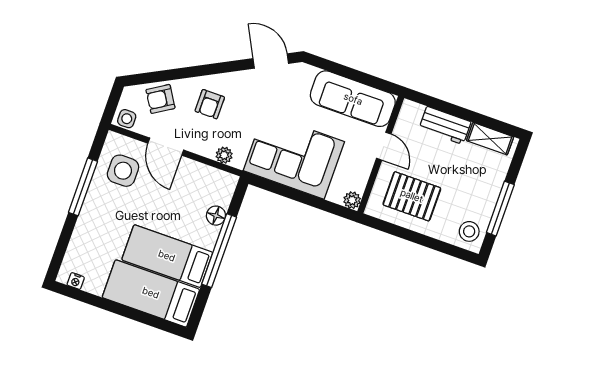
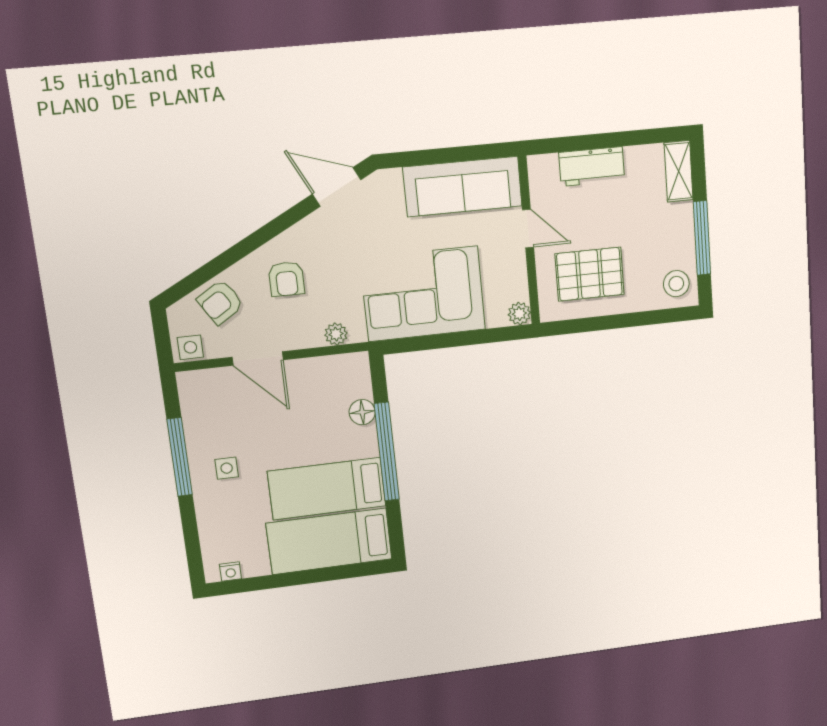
shelving: (490, 139) -> (679, 171), moved, turned 90
side table: (123, 171) -> (227, 468), moved, width x0.54, depth x0.54

